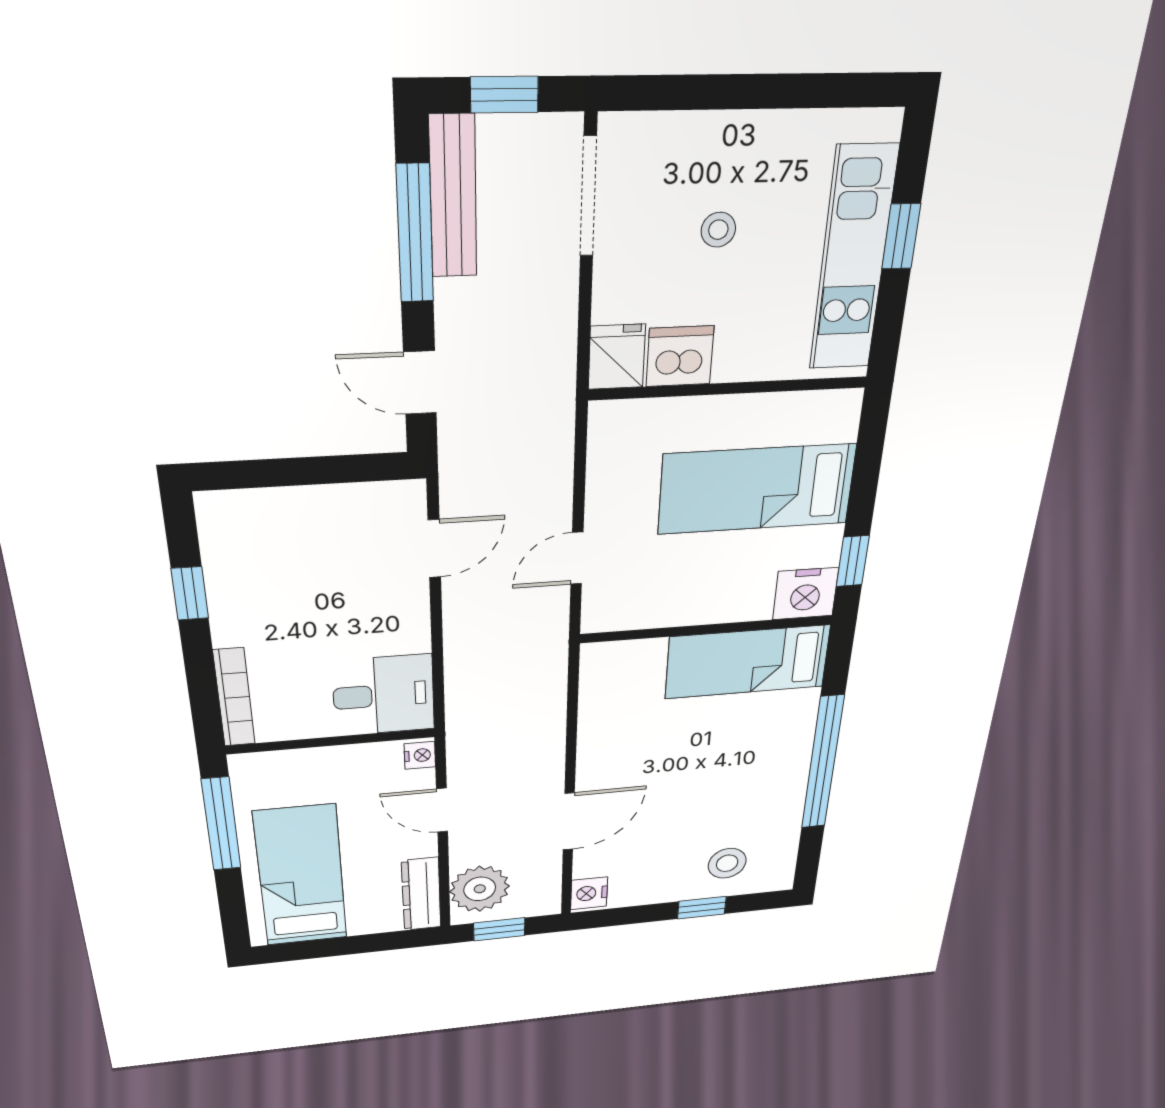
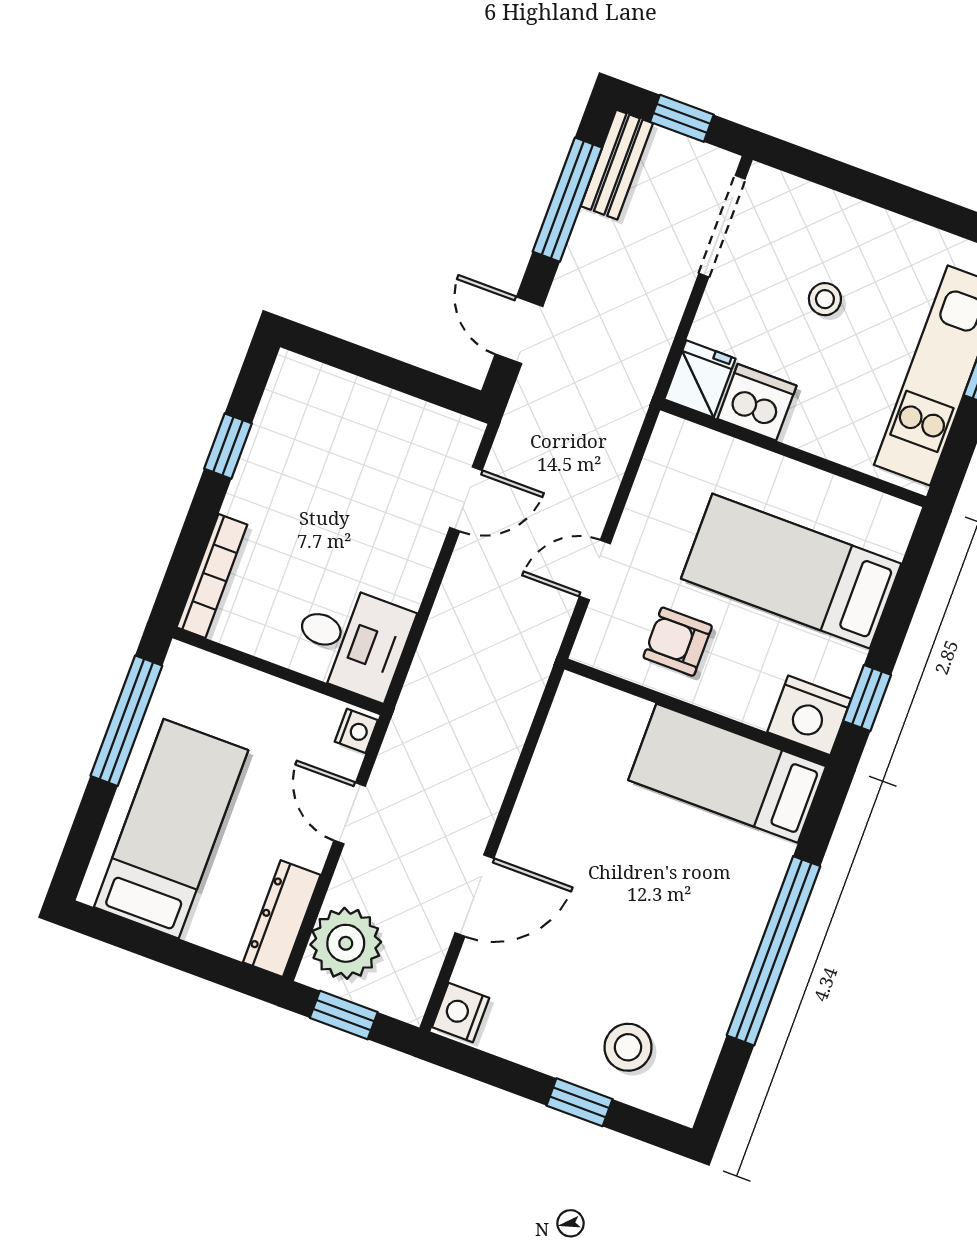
bench: (453, 197) -> (617, 165), width x0.73
armchair: (672, 584) -> (678, 642), added

